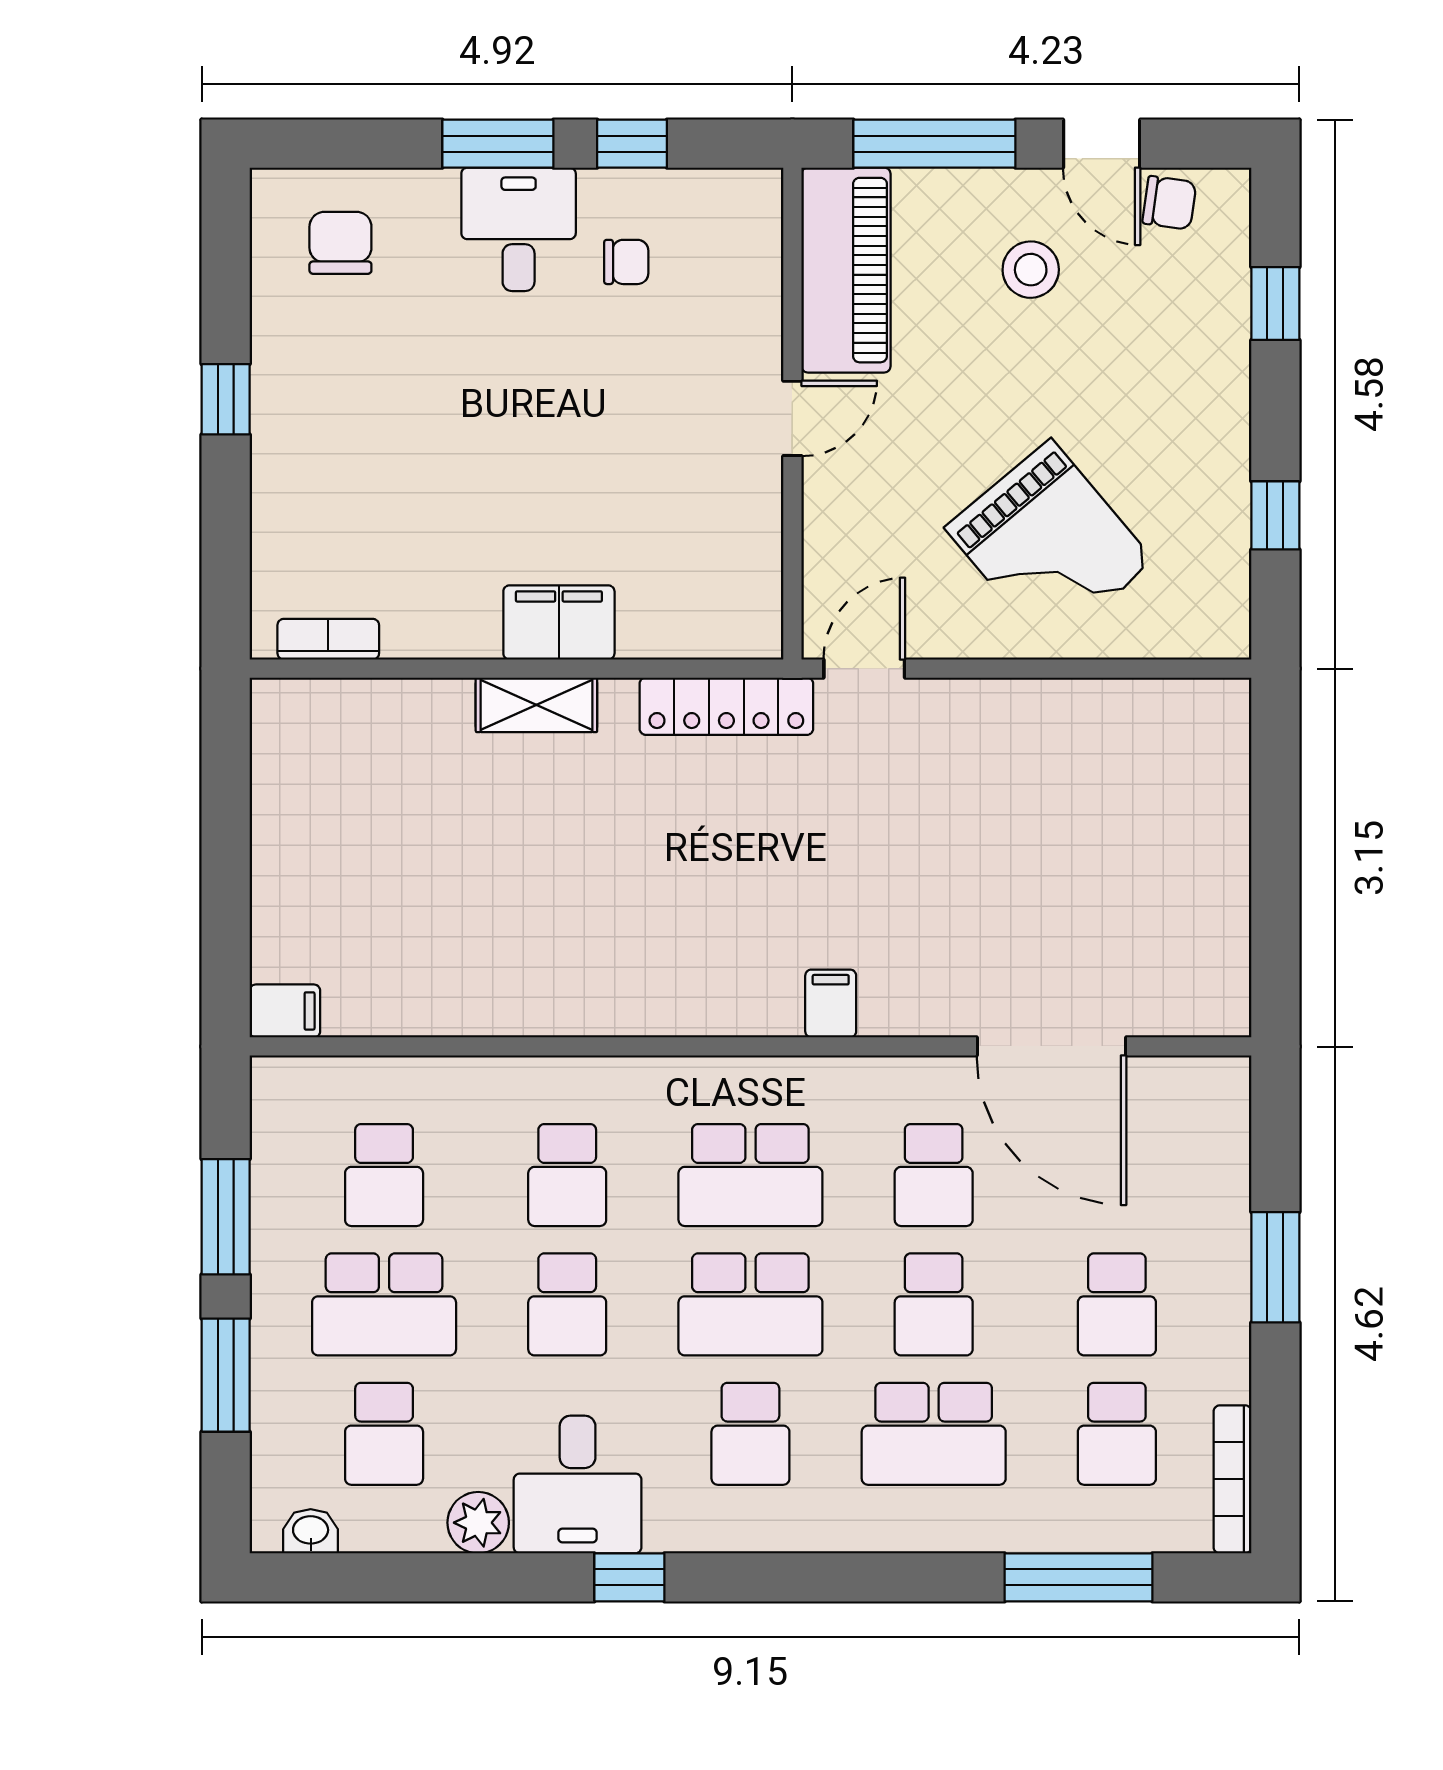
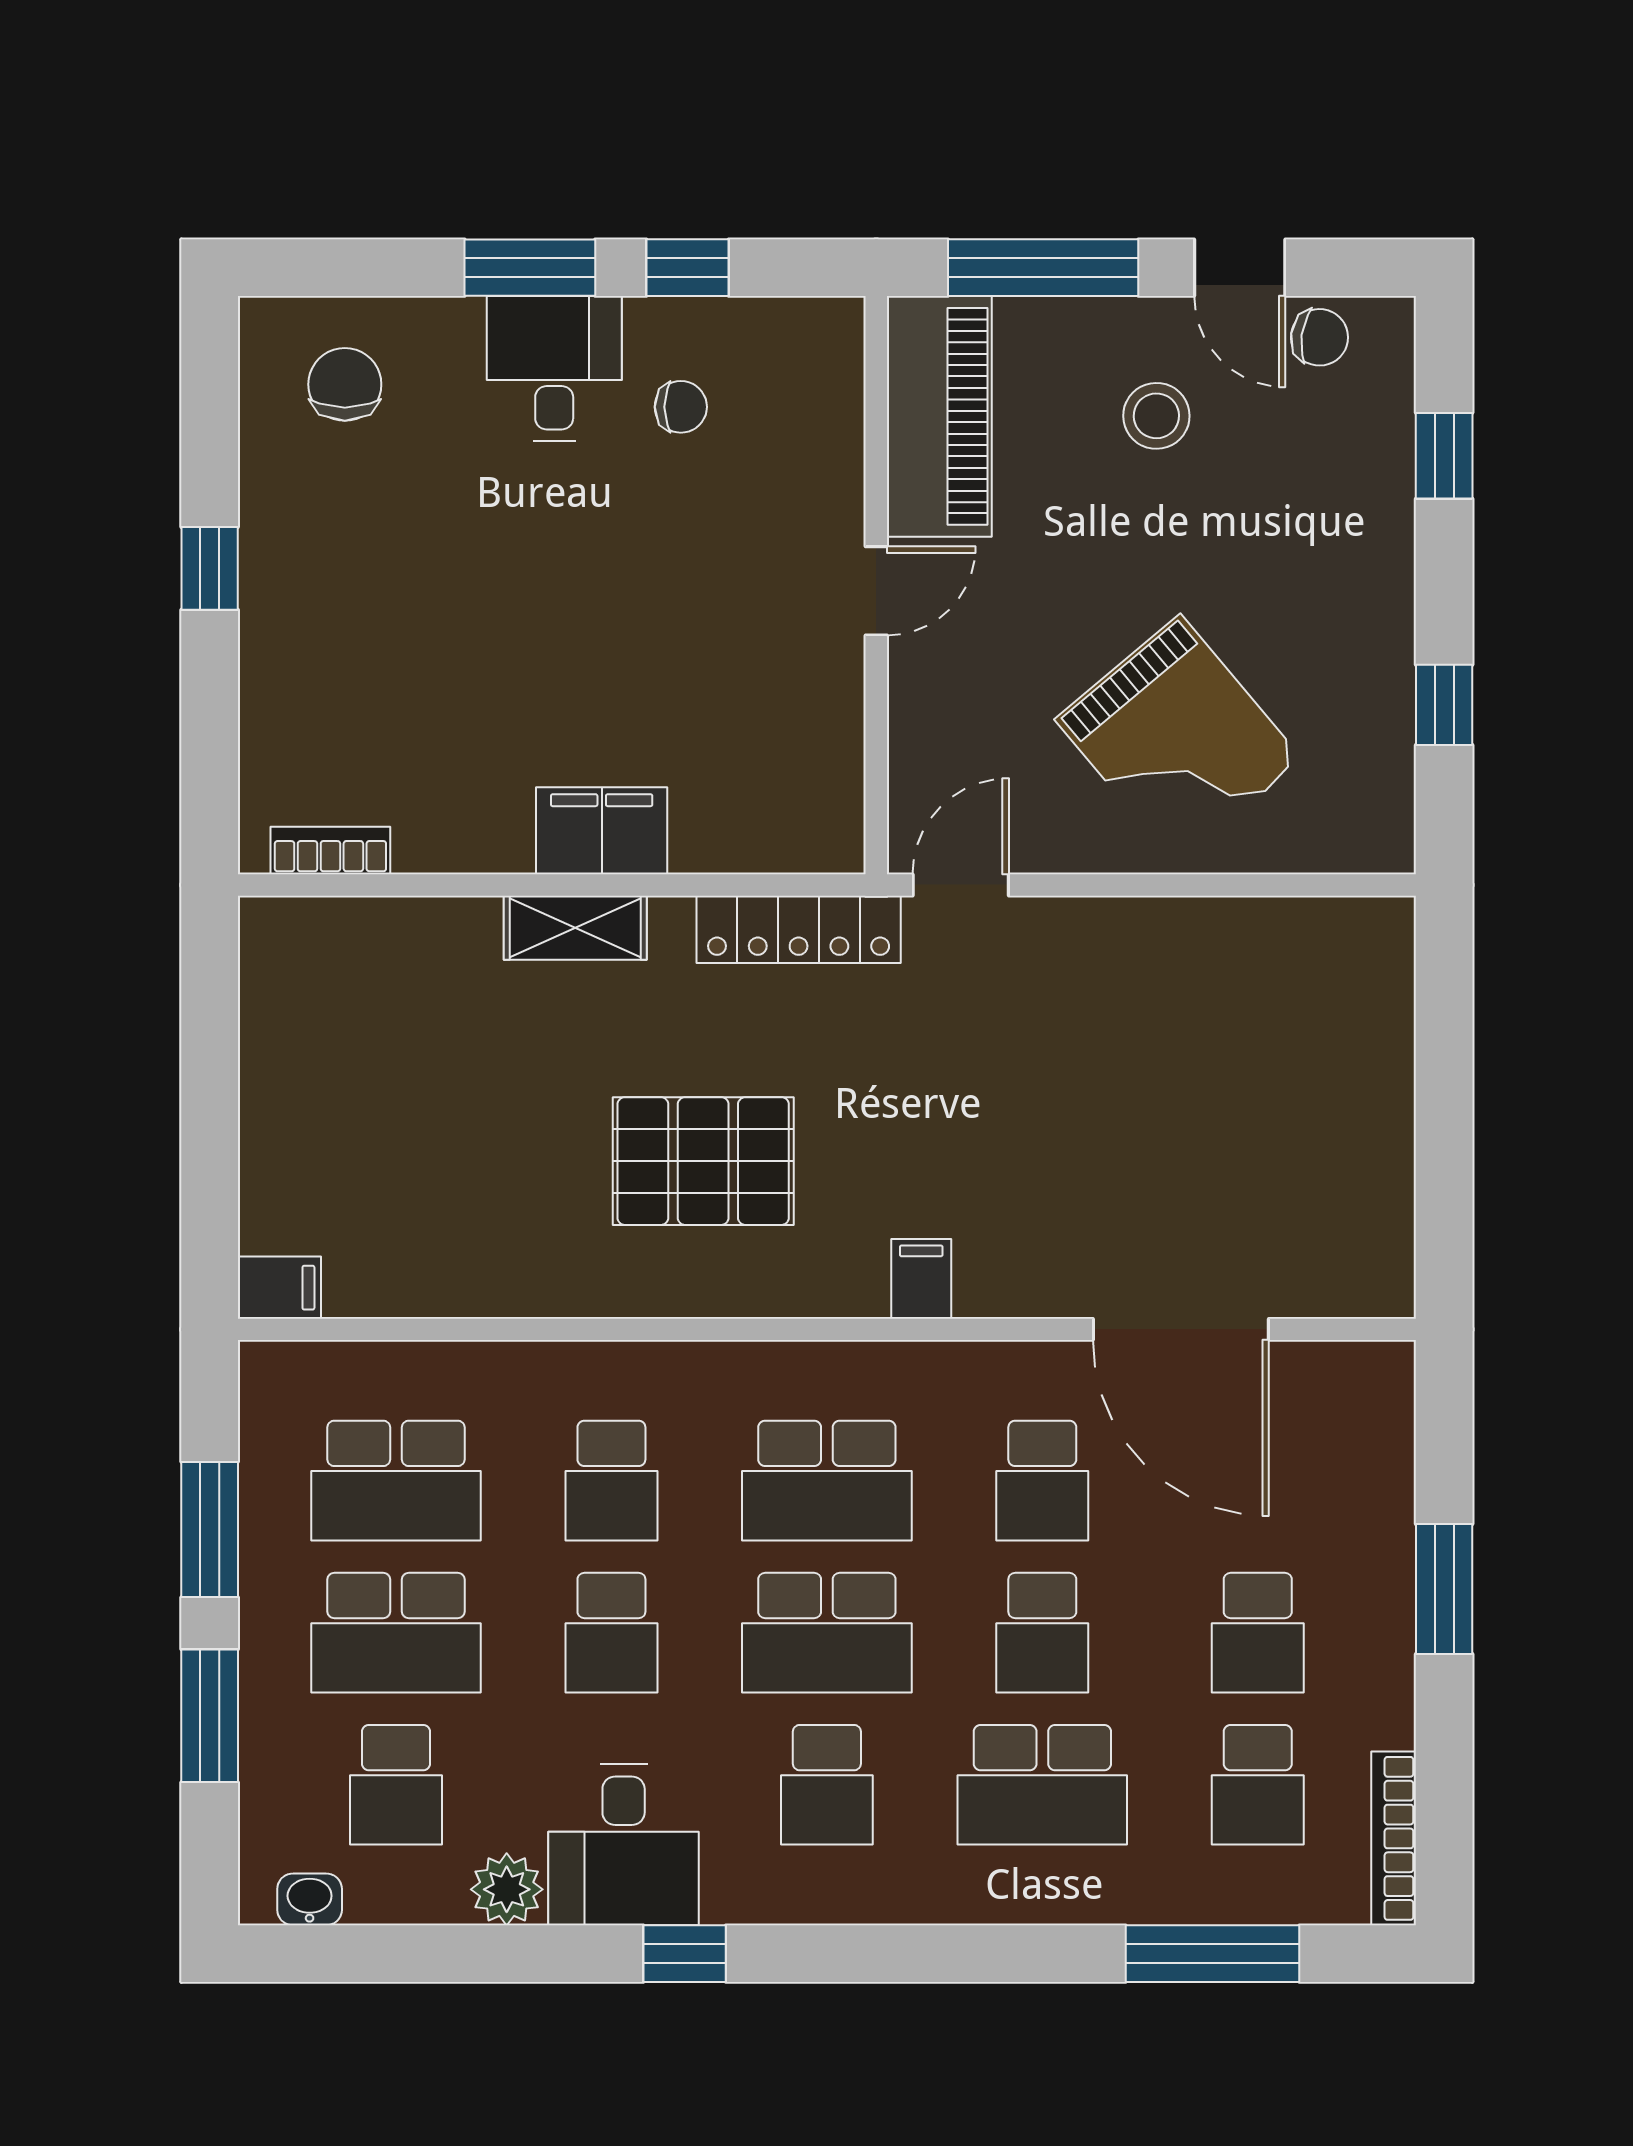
pallet: (645, 903) -> (703, 1161), added
school desk: (384, 1175) -> (396, 1481), width x1.85

